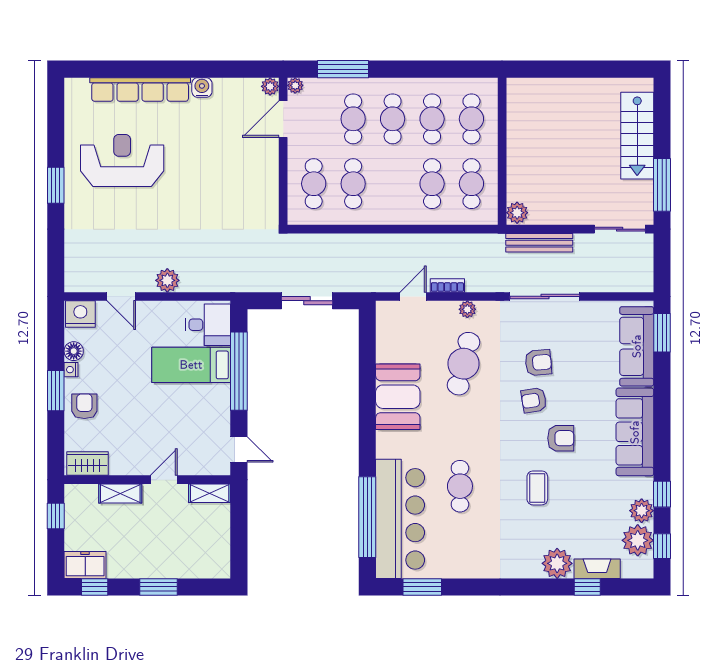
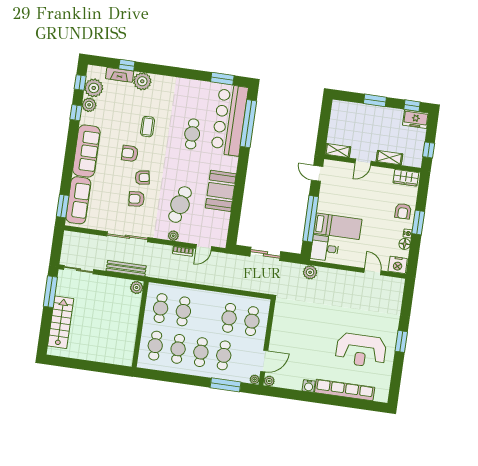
plant: (167, 280) -> (310, 272), moved

